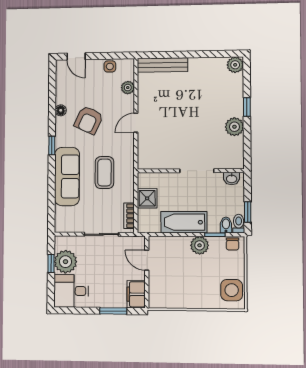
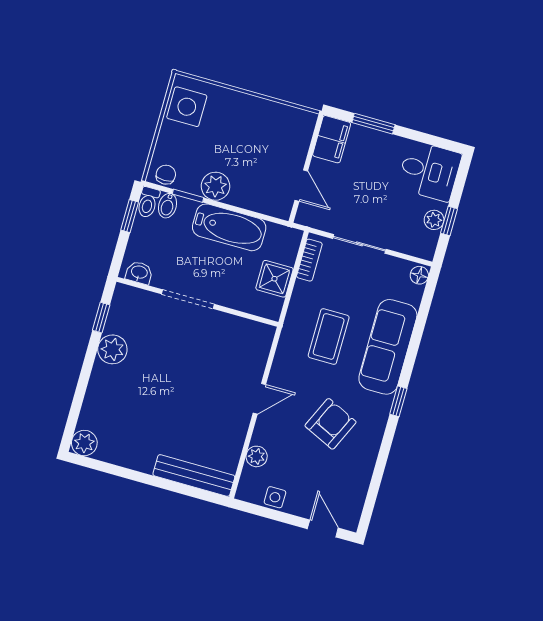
window: (247, 107) -> (101, 318), moved
floor lamp: (61, 110) -> (419, 275), moved
plant: (66, 262) -> (434, 220), width x0.53, depth x0.53

